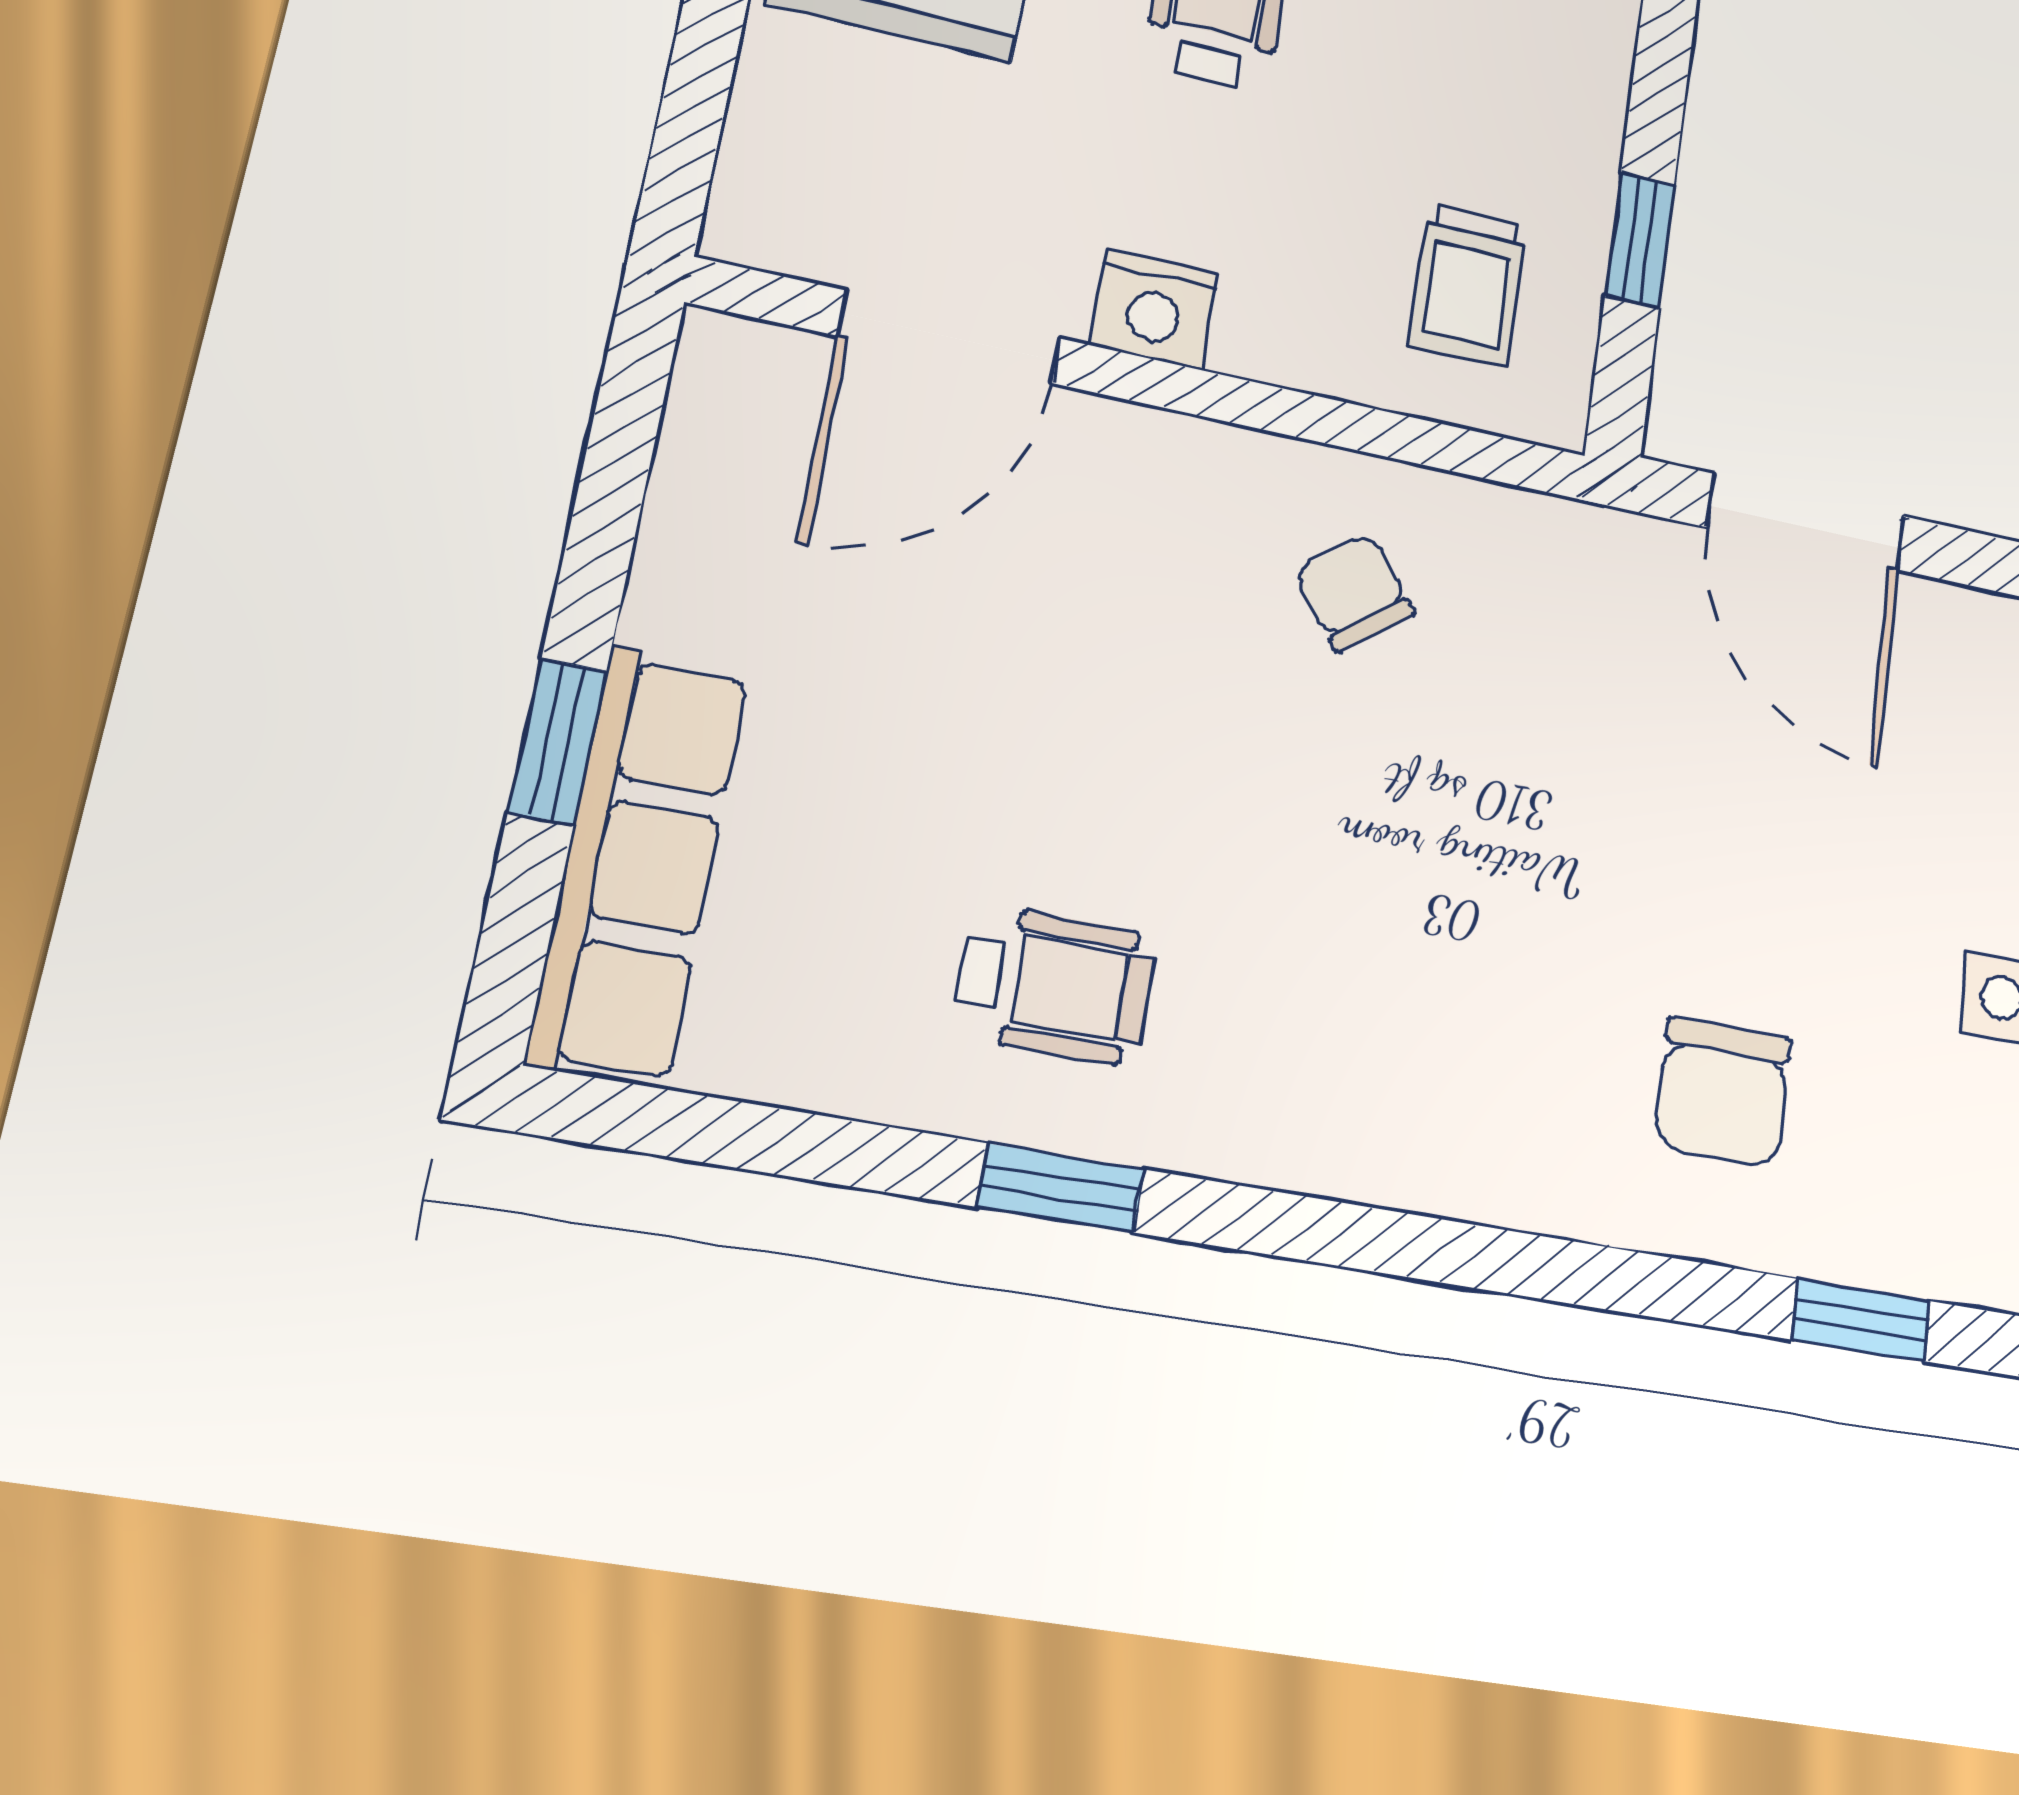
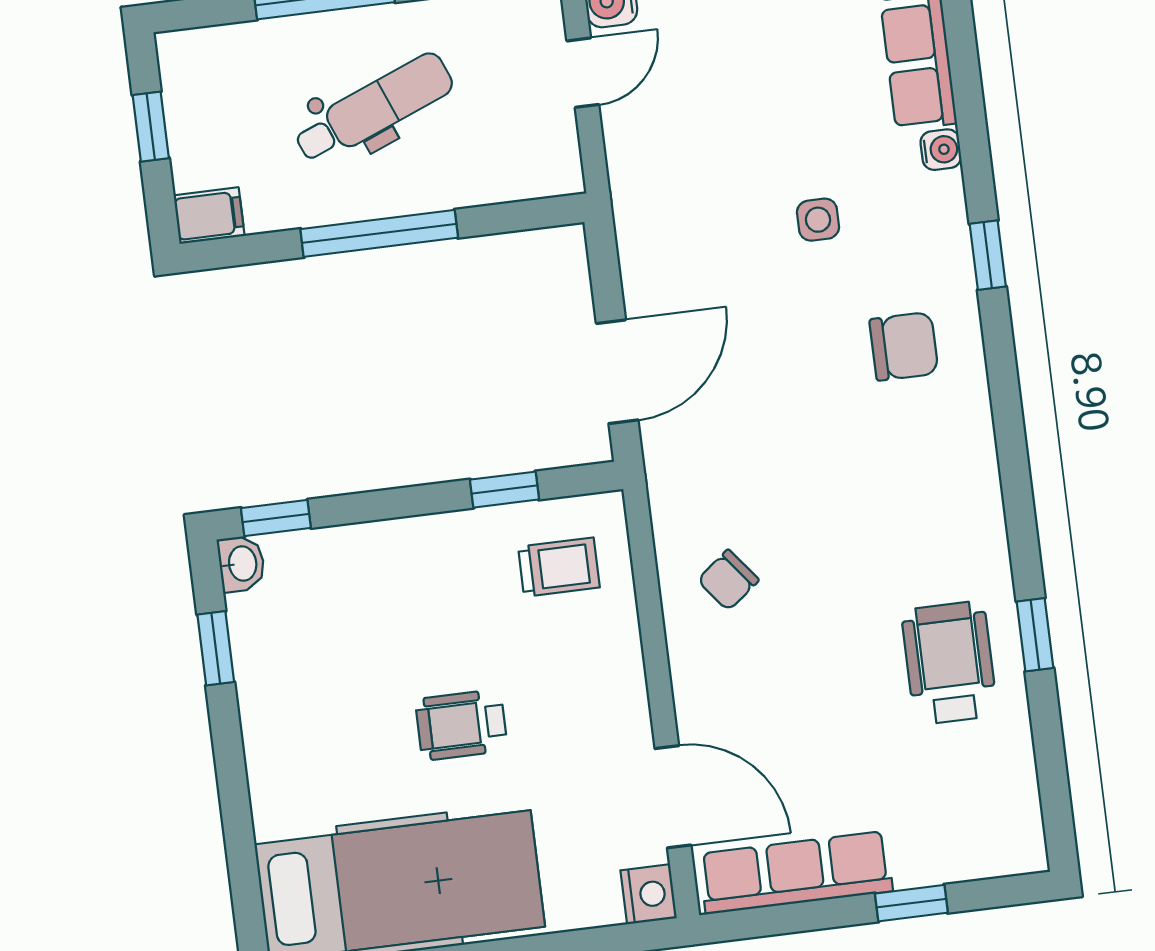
nightstand: (1154, 309) -> (649, 894), moved
row of seats: (639, 865) -> (796, 873), moved
wheelchair: (1055, 985) -> (949, 663), width x1.36, depth x1.37

